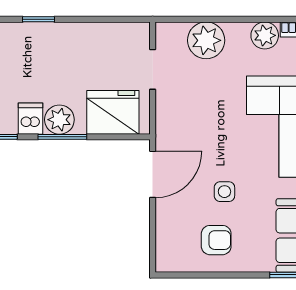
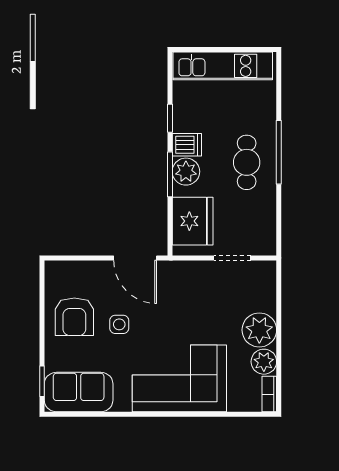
window: (39, 19) -> (279, 152), width x2.17
plant: (206, 40) -> (259, 330), moved
cafe table: (49, 54) -> (247, 162), added
armchair: (216, 240) -> (74, 317), width x1.38, depth x1.38

